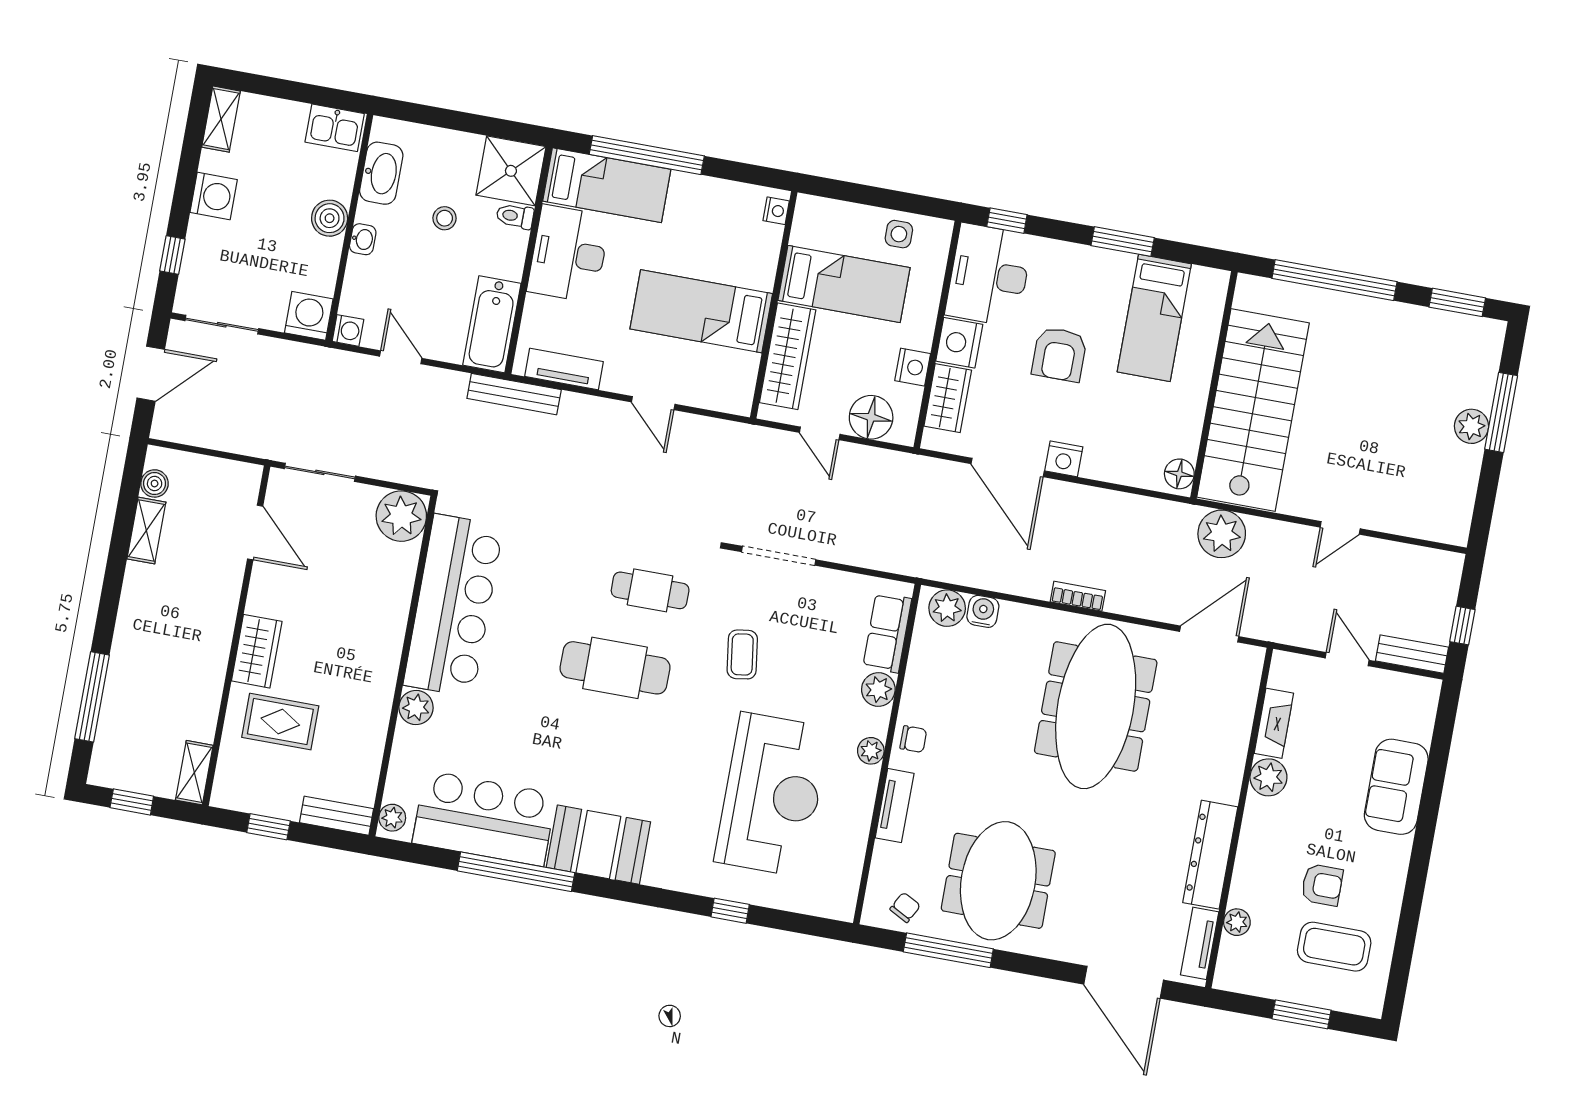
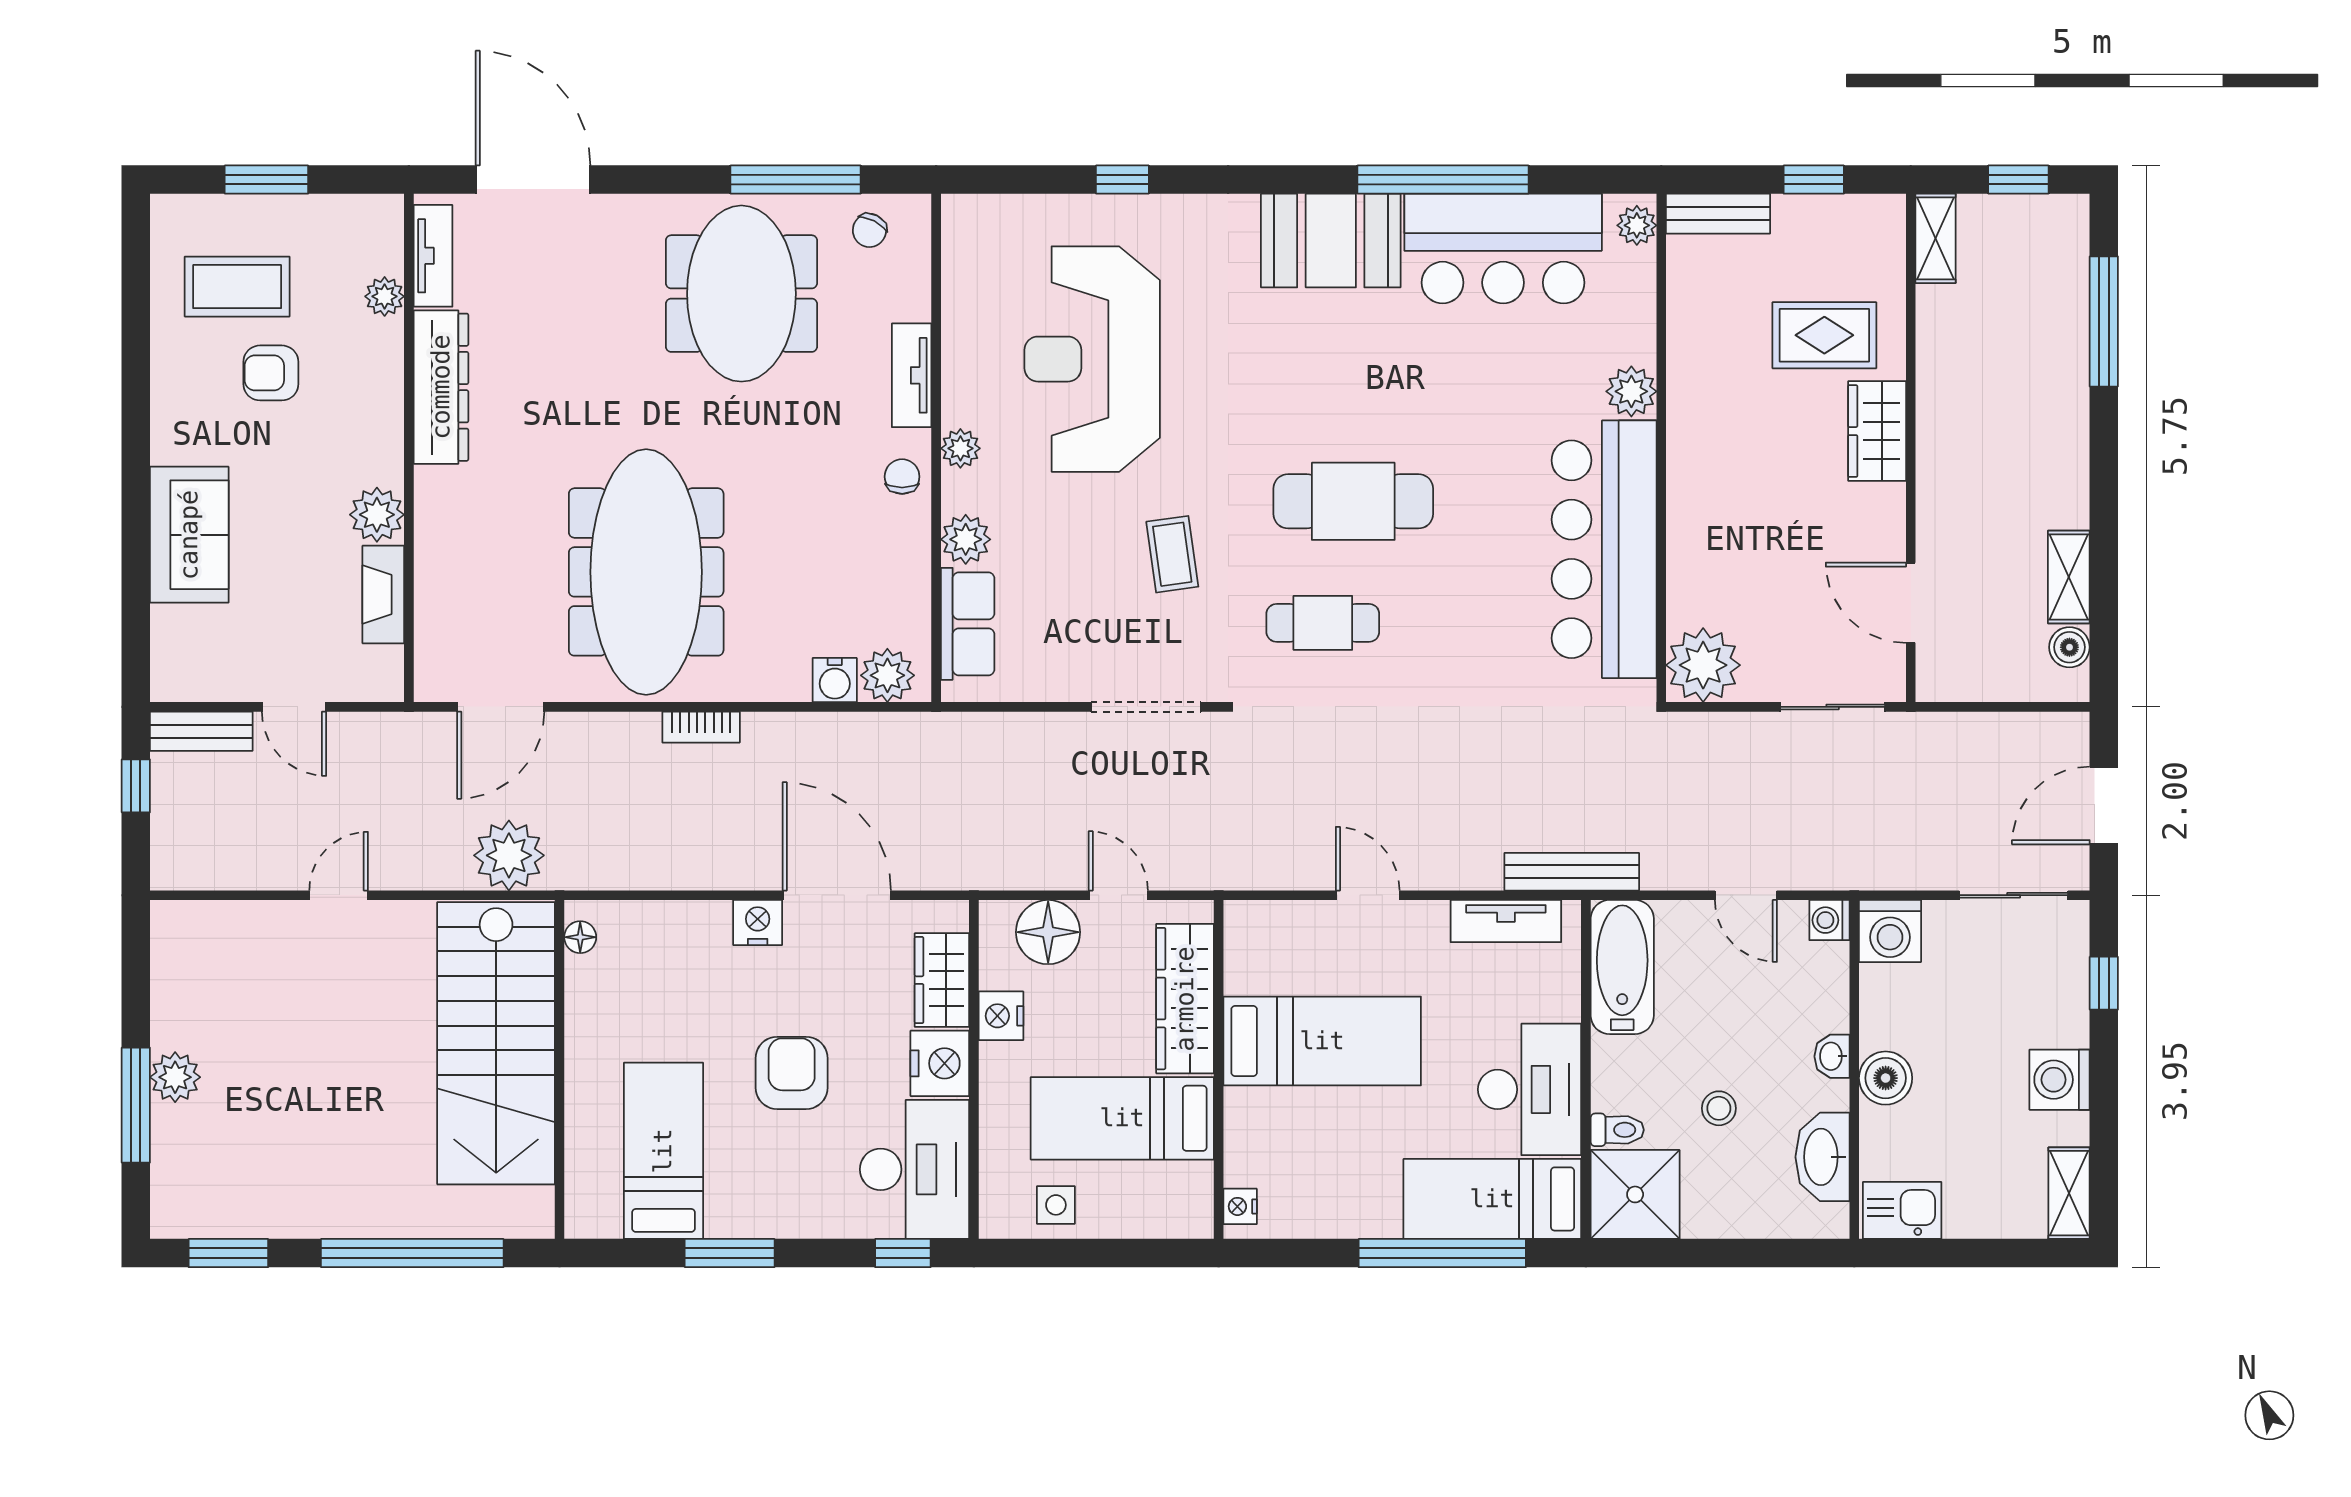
floor lamp: (1179, 474) -> (580, 937), width x0.73, depth x0.73
chair: (913, 739) -> (902, 477), turned 90

